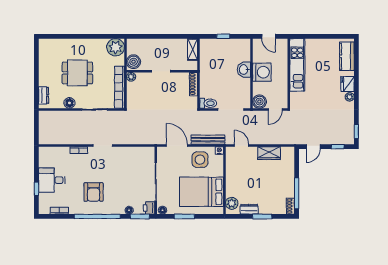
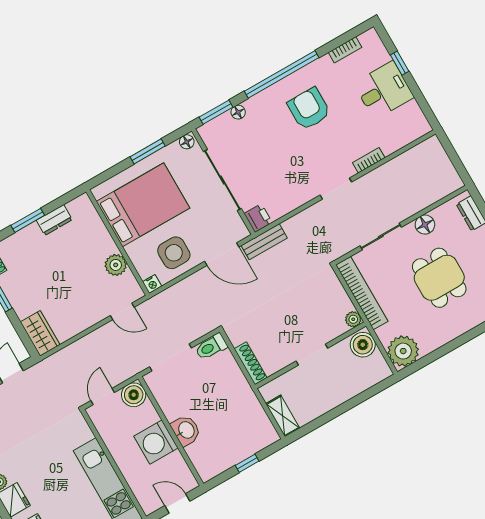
dining table: (77, 73) -> (439, 278), turned 90
bench: (208, 140) -> (264, 242), moved, width x0.73
wardrobe: (269, 153) -> (40, 333), moved, turned 90
plant: (232, 203) -> (116, 265), moved
printer: (149, 208) -> (258, 218), moved

